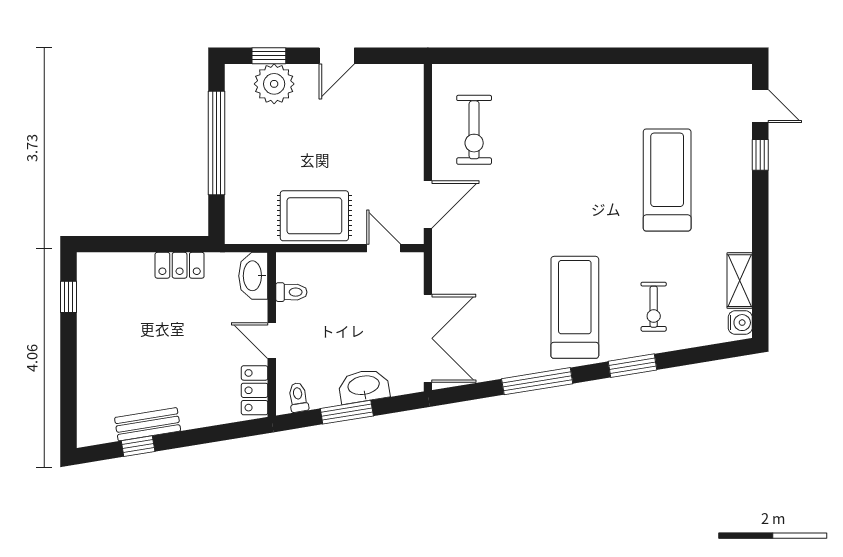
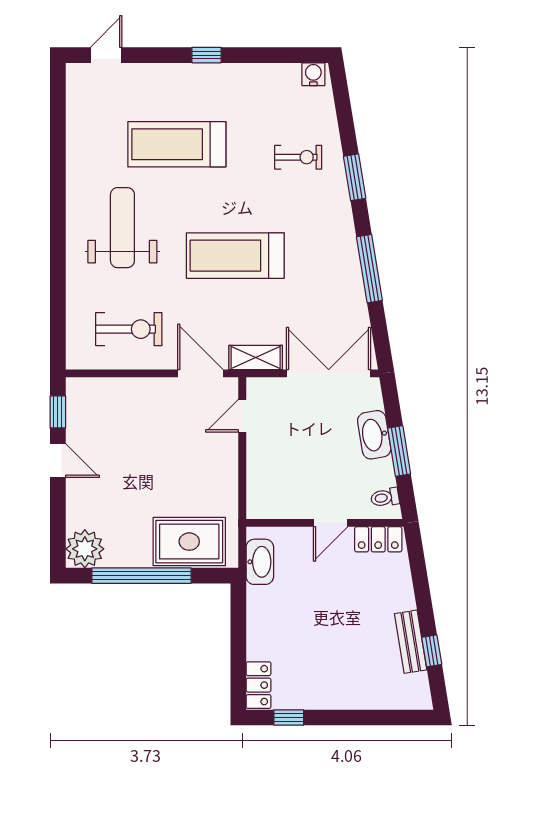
window: (269, 56) -> (58, 412), moved
plant: (274, 84) -> (85, 549), moved
weight bench: (580, 123) -> (122, 228), added
window: (760, 155) -> (207, 55), moved
rug: (314, 216) -> (189, 542), moved, turned 90
locker: (180, 265) -> (258, 685), moved
washbasin: (253, 276) -> (260, 562), moved, turned -90
shelving: (740, 281) -> (256, 357), moved
toilet: (291, 292) -> (284, 504), removed
treadmill: (575, 307) -> (235, 256), moved

